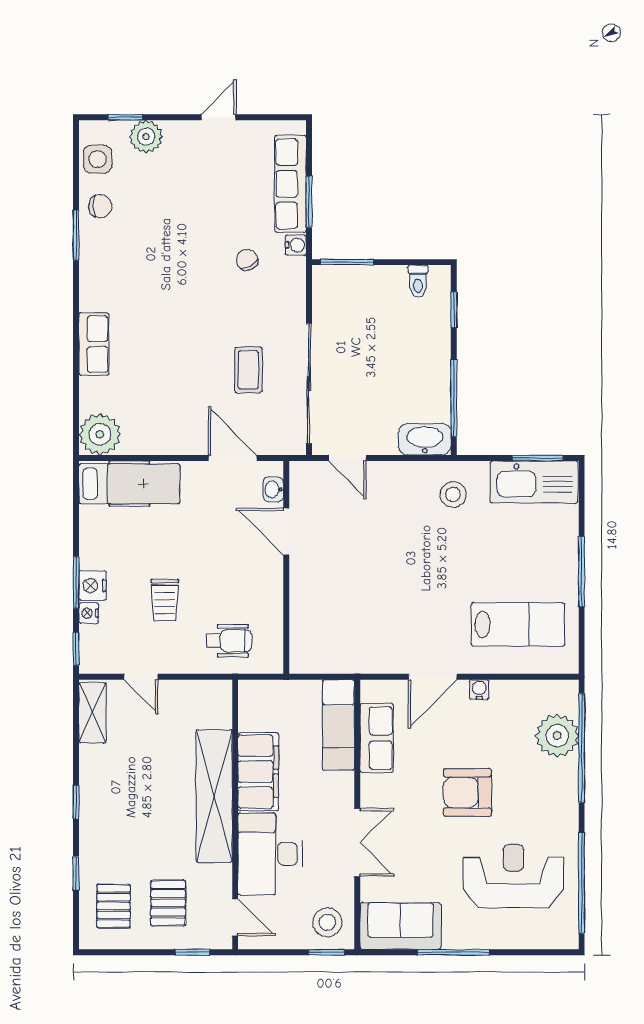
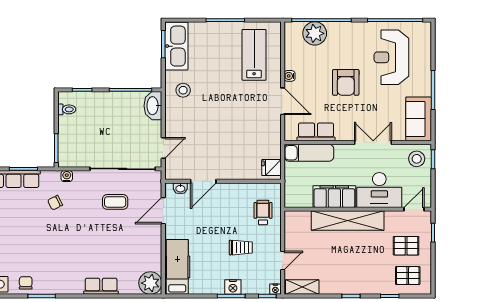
water cooler: (296, 245) -> (67, 176), moved
nightstand: (89, 613) -> (275, 289), moved
fridge: (311, 656) -> (271, 168), added

